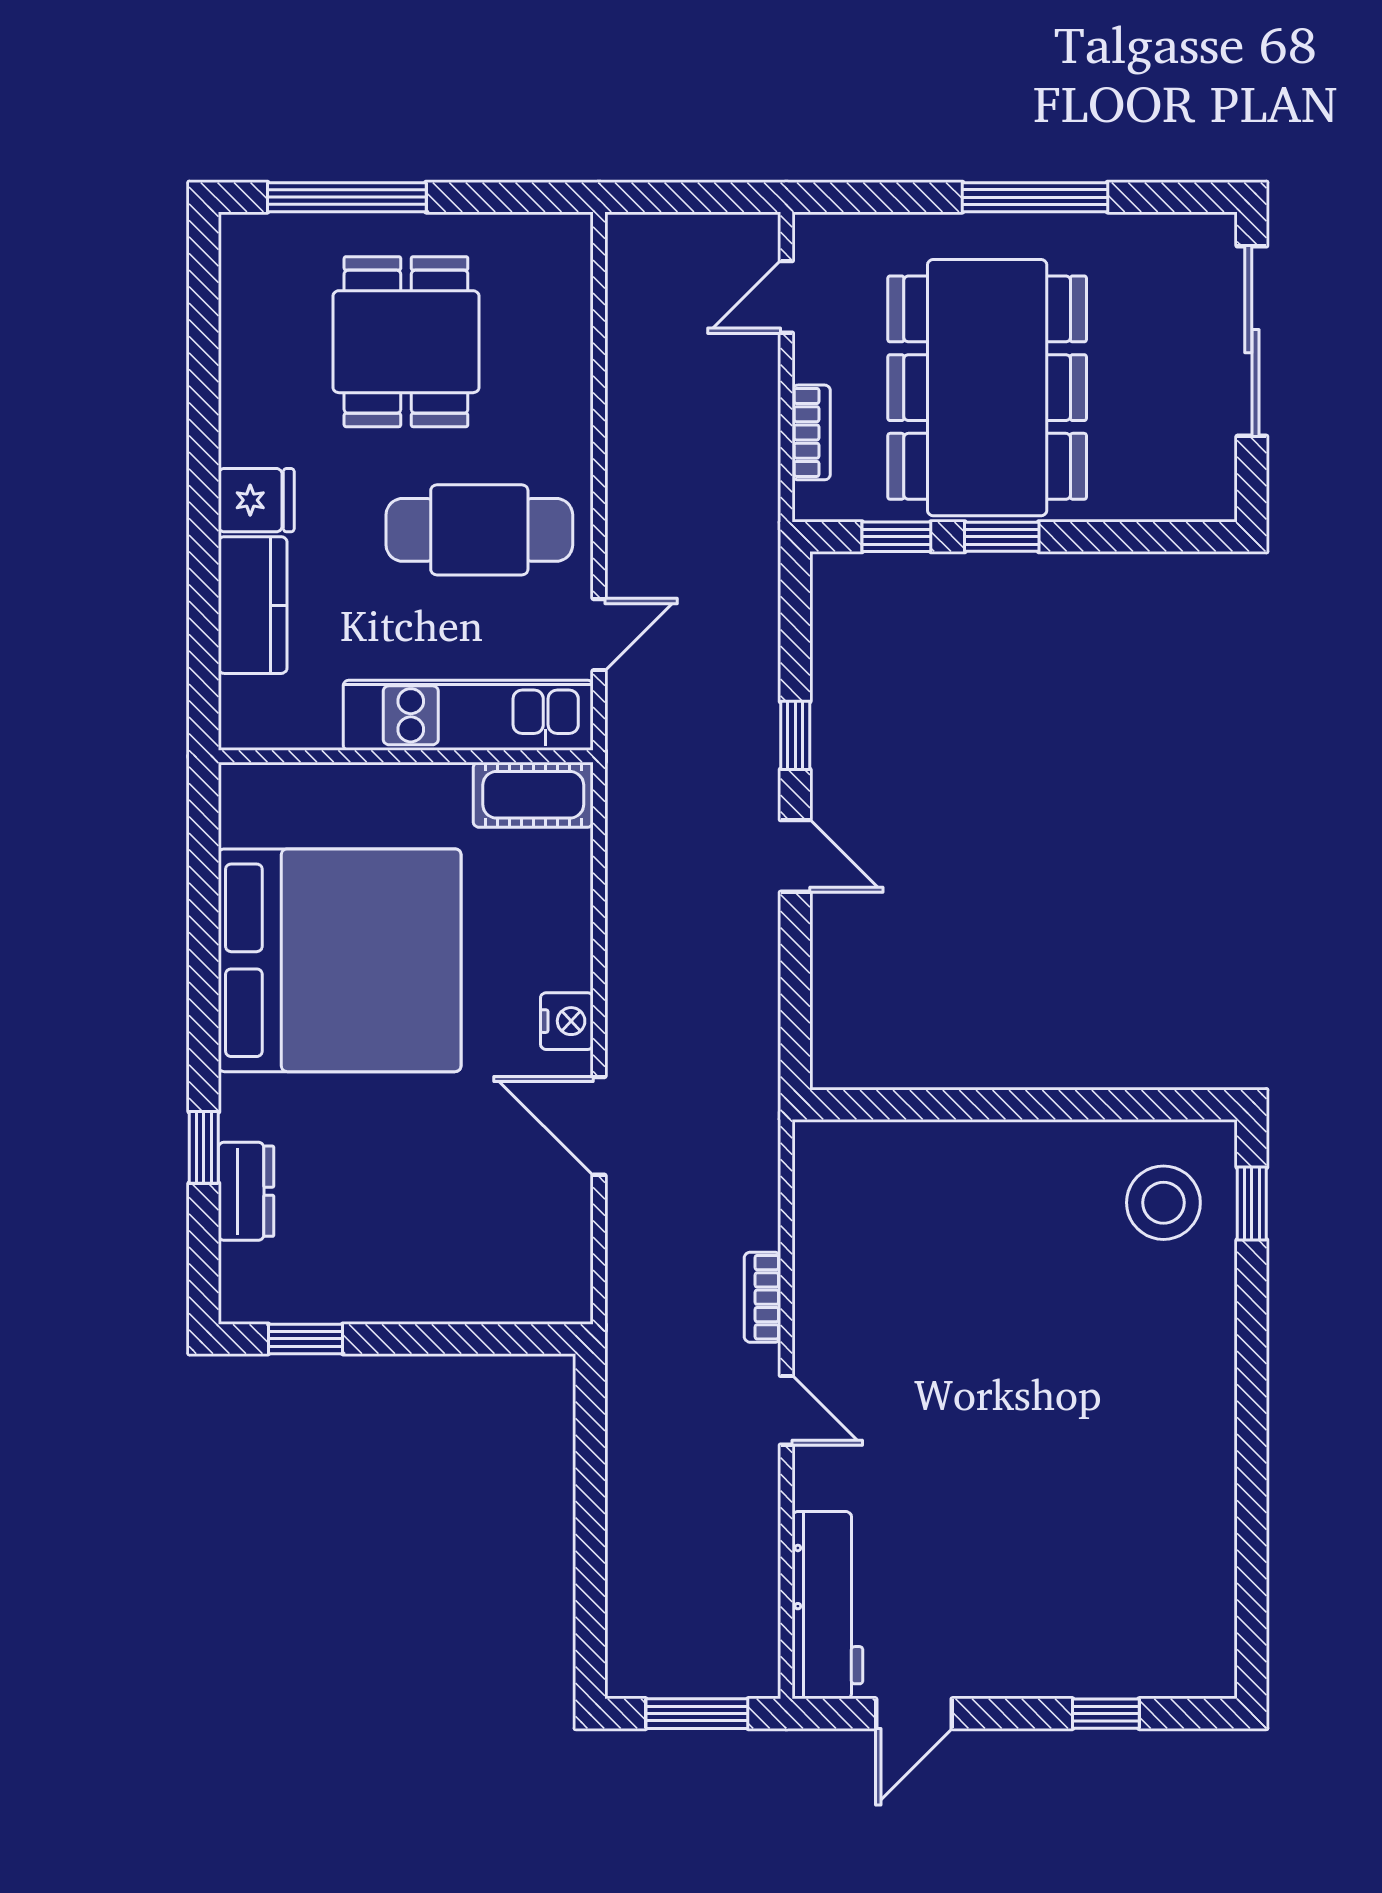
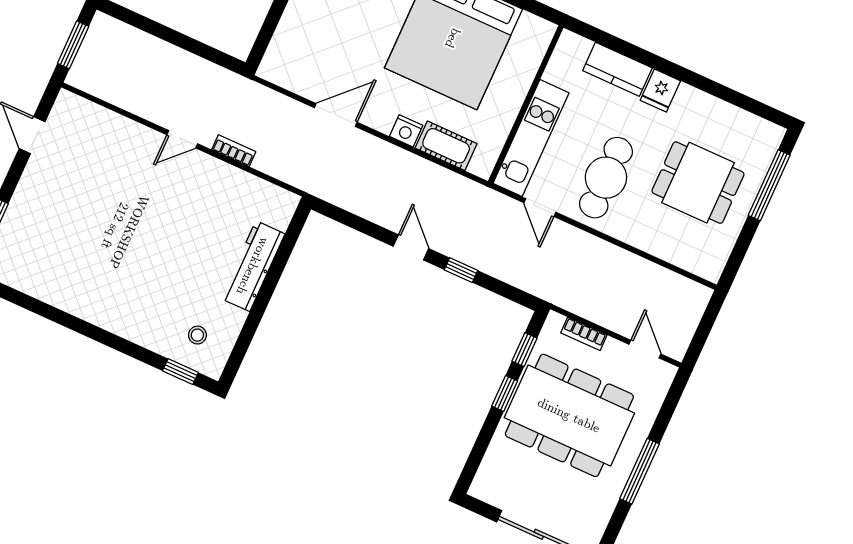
cot: (533, 795) -> (446, 146), moved, turned 90
door: (795, 856) -> (411, 247), swing flipped
nightstand: (567, 1021) -> (406, 131), moved
stool: (1163, 1203) -> (197, 335), width x0.53, depth x0.53
workbench: (827, 1605) -> (253, 266), moved, turned 90

